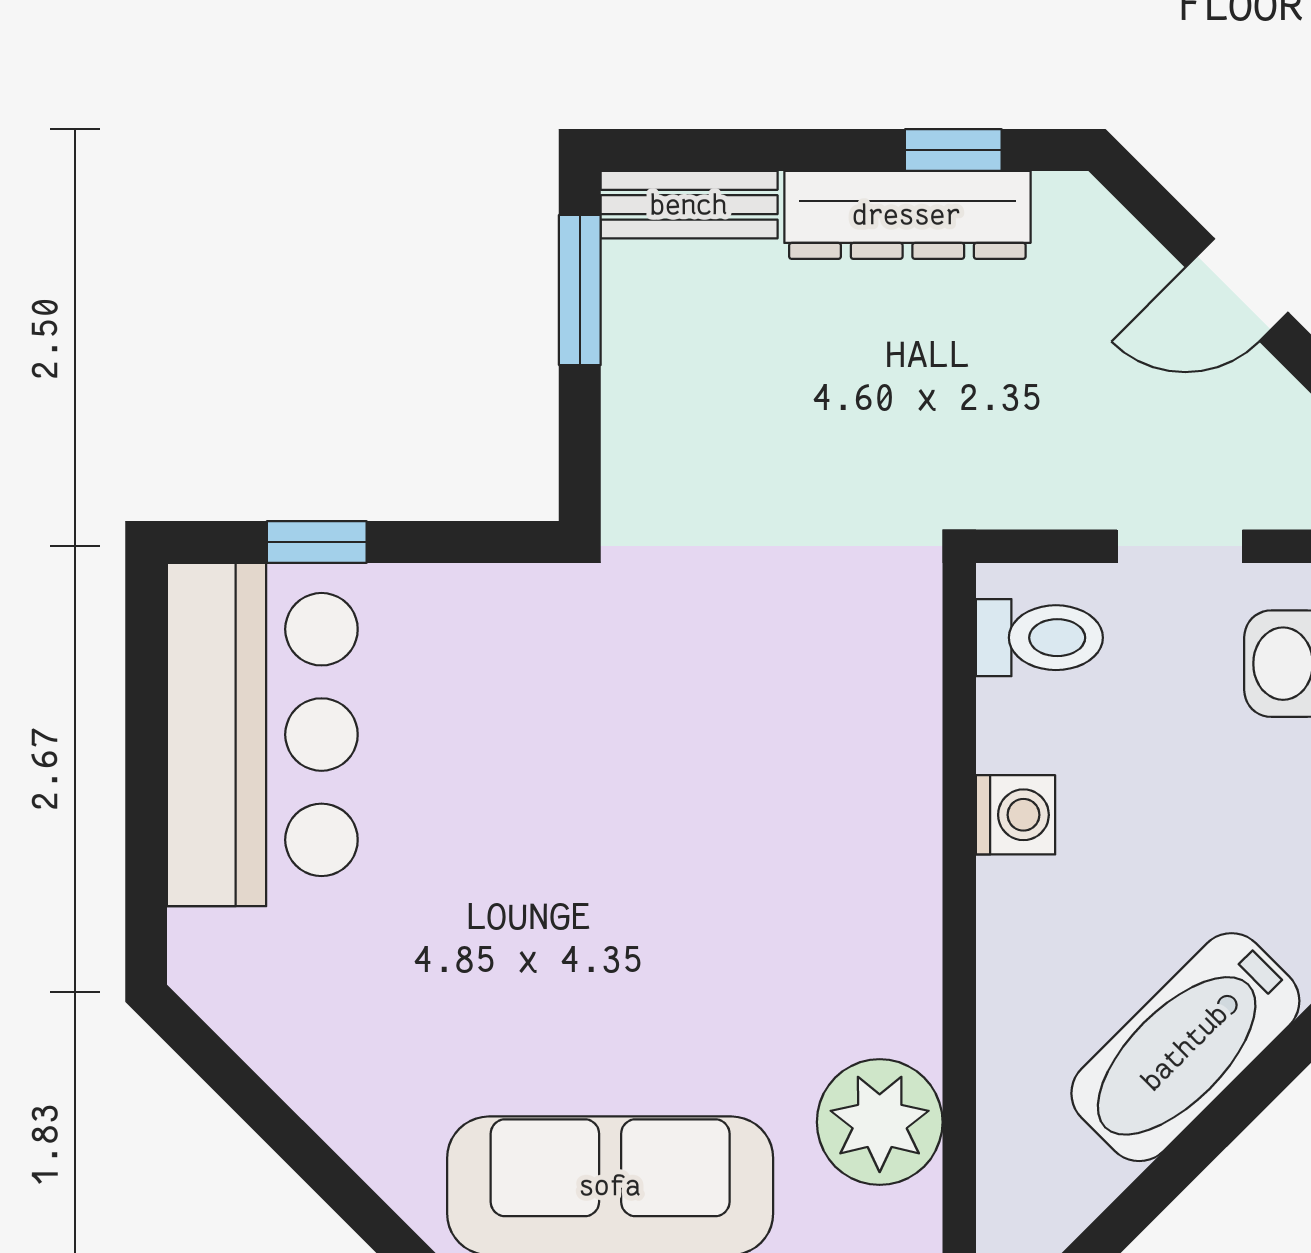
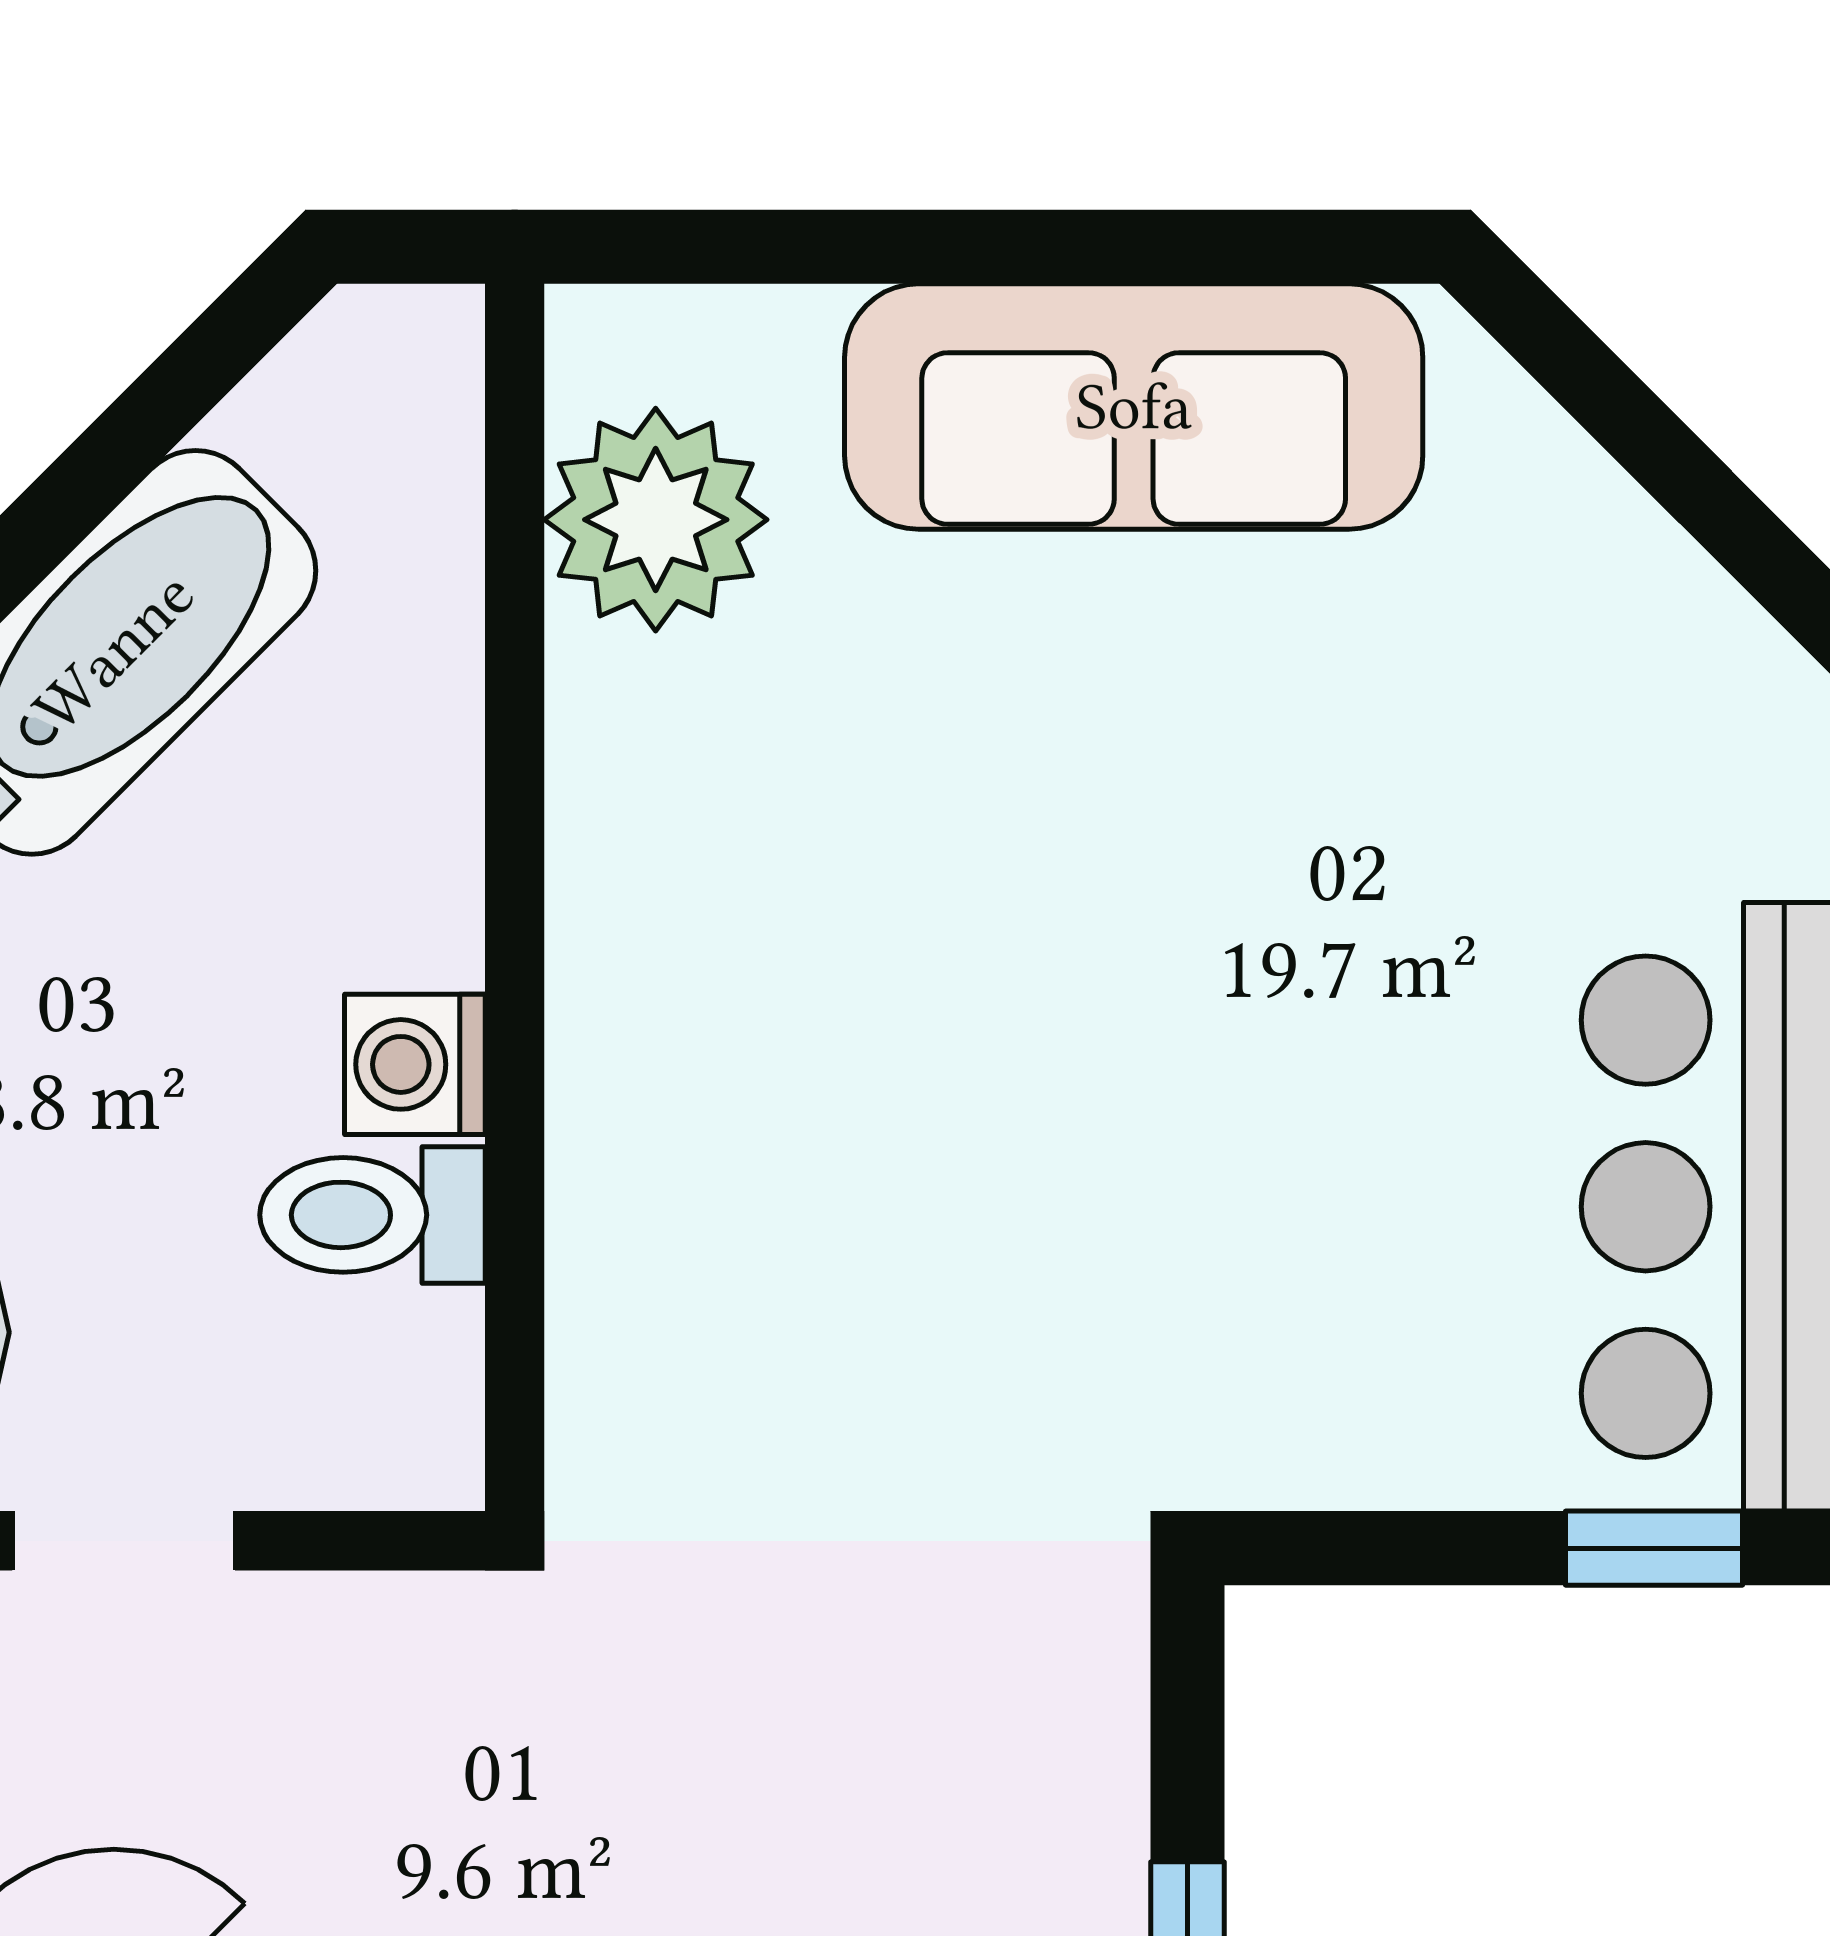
toilet: (1039, 638) -> (372, 1215), moved

